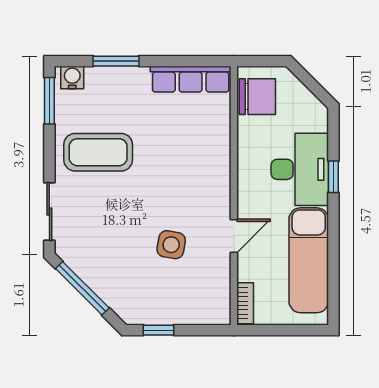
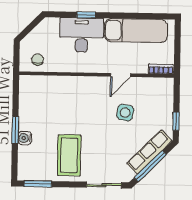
window: (116, 61) -> (15, 130), moved
water cooler: (72, 77) -> (25, 138), moved
row of seats: (191, 79) -> (149, 152), moved, turned -135
chair: (257, 97) -> (38, 59), width x0.54, depth x0.54
door: (234, 236) -> (121, 75), swing flipped

